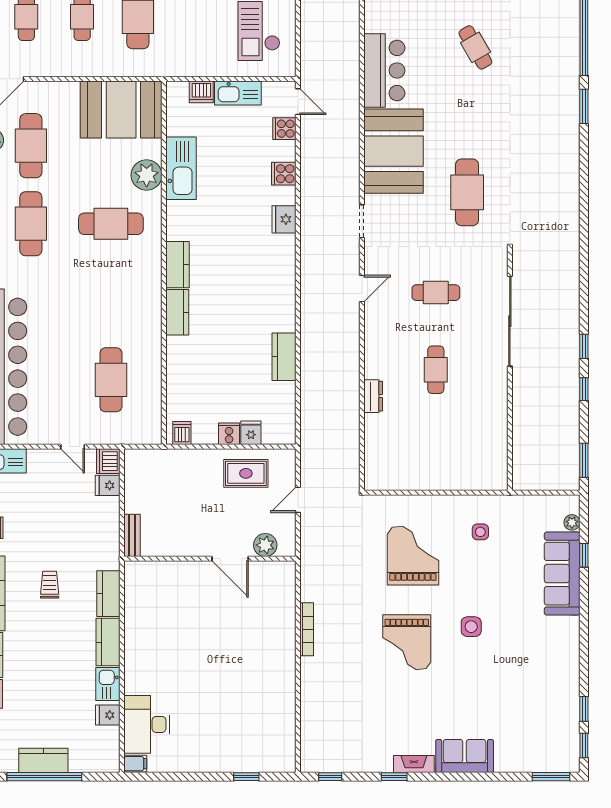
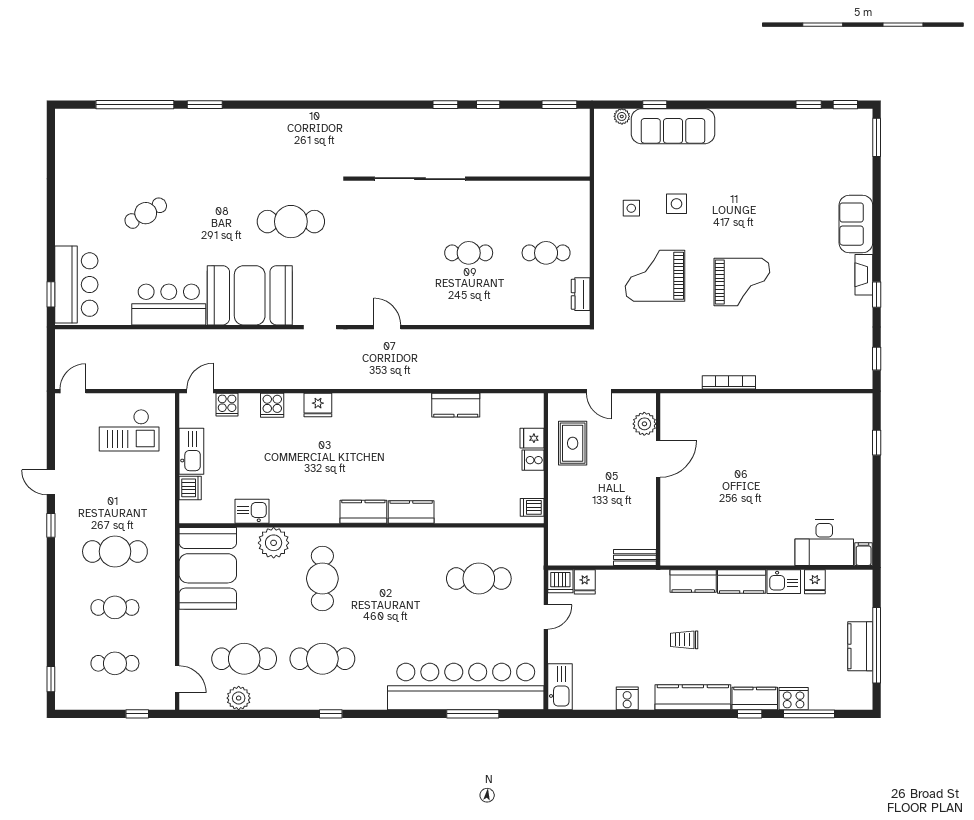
kitchen sink: (181, 168) -> (252, 511), width x0.53, depth x0.81
cafe table: (436, 293) -> (546, 253), moved, turned 90
dresser: (373, 396) -> (581, 294), moved, turned -90
side table: (471, 627) -> (676, 204), moved

